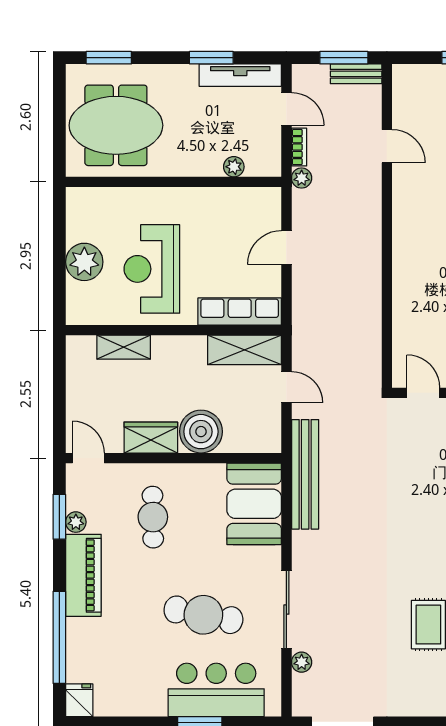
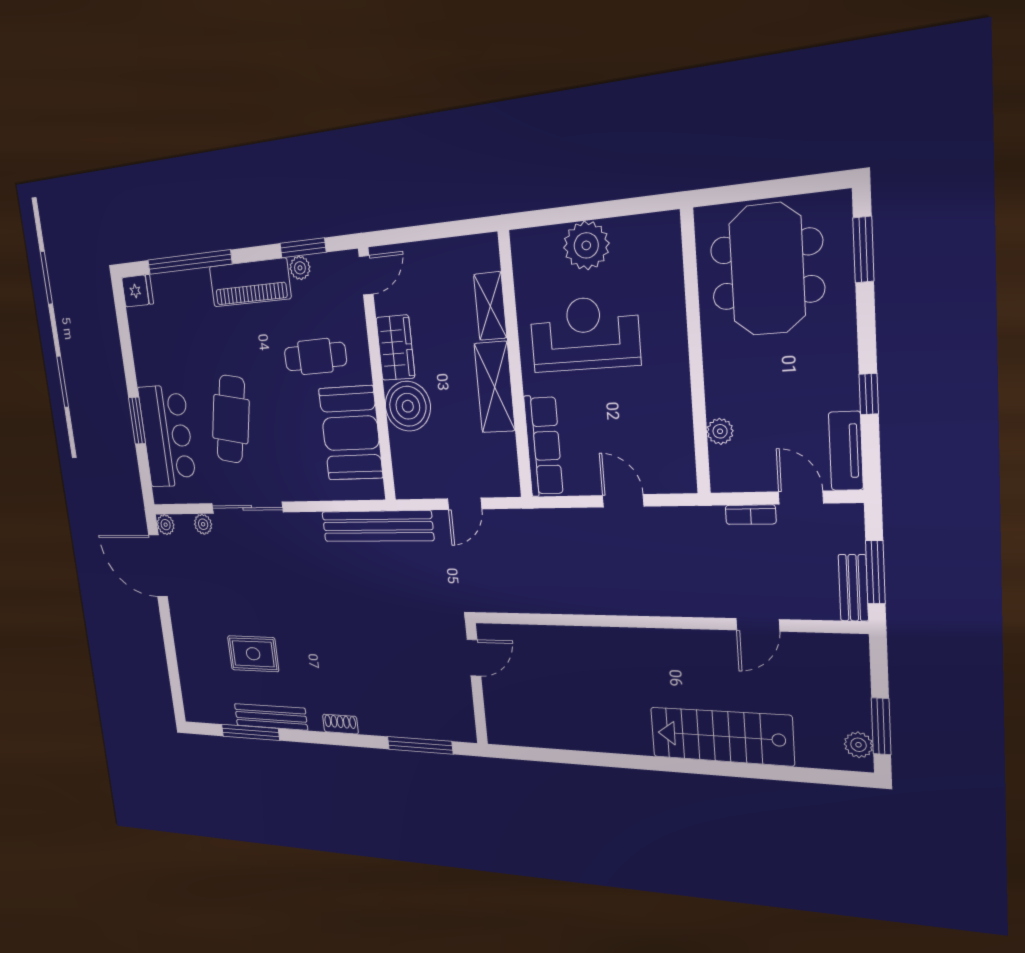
window: (211, 58) -> (869, 394), width x0.67
tv unit: (240, 75) -> (846, 451), width x0.71
door: (286, 109) -> (801, 498), swing flipped
plant: (302, 178) -> (166, 525), moved
shelving: (244, 350) -> (495, 387), moved
booth: (254, 504) -> (351, 433), moved, turned 90

